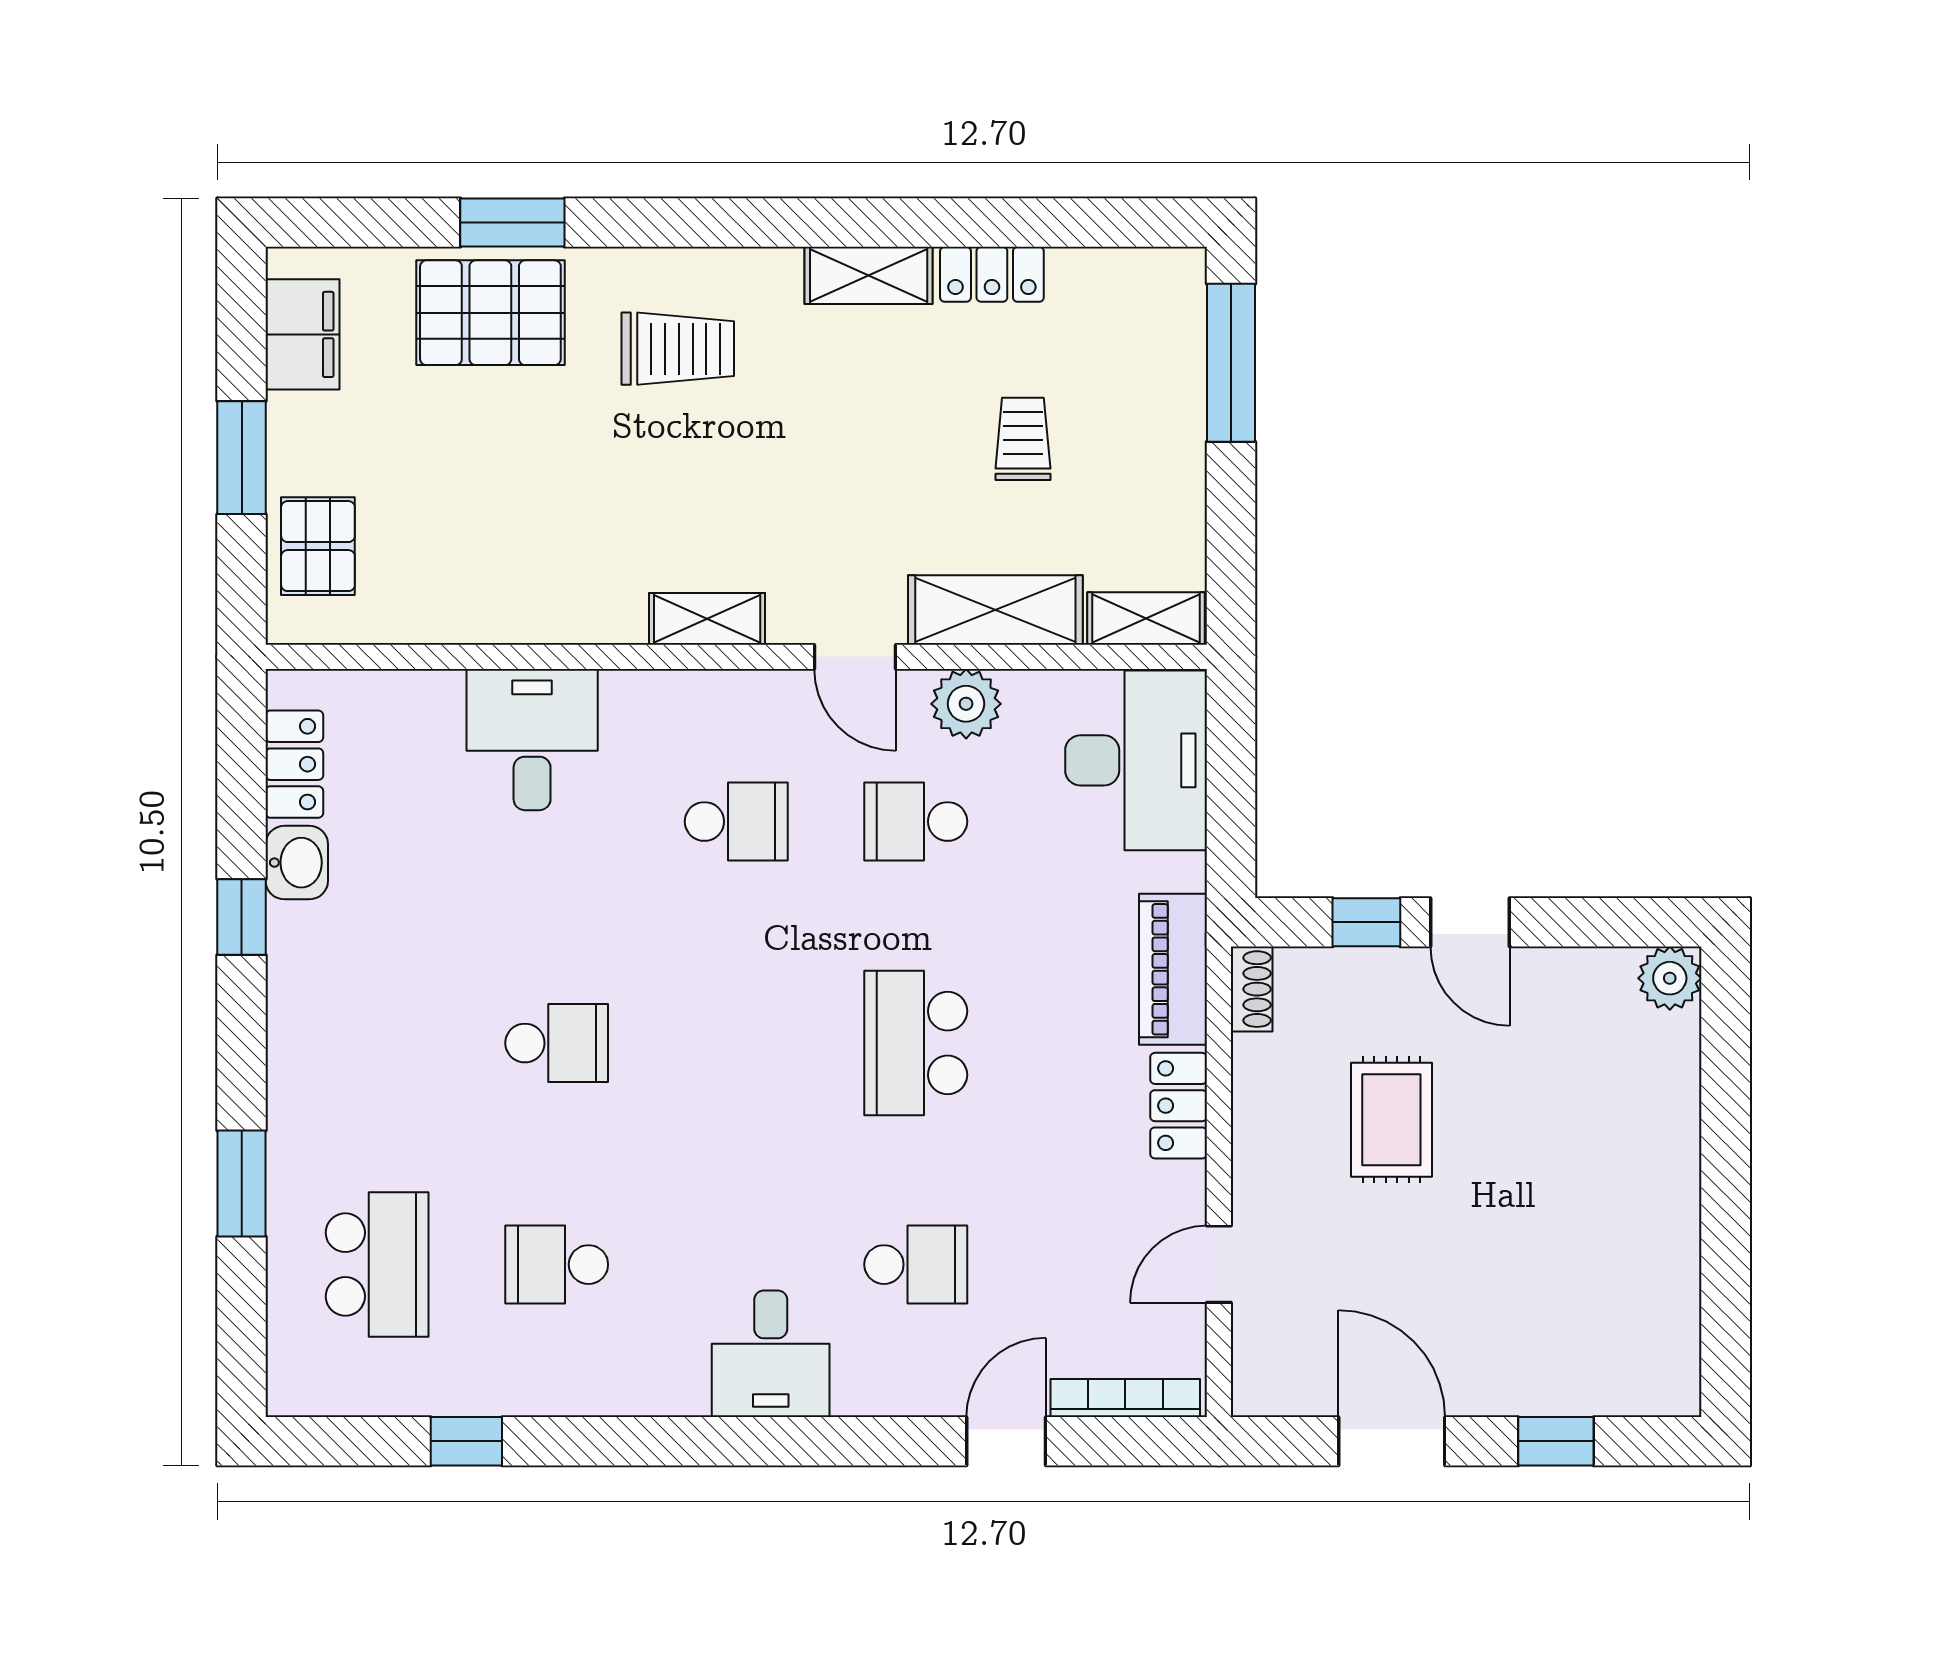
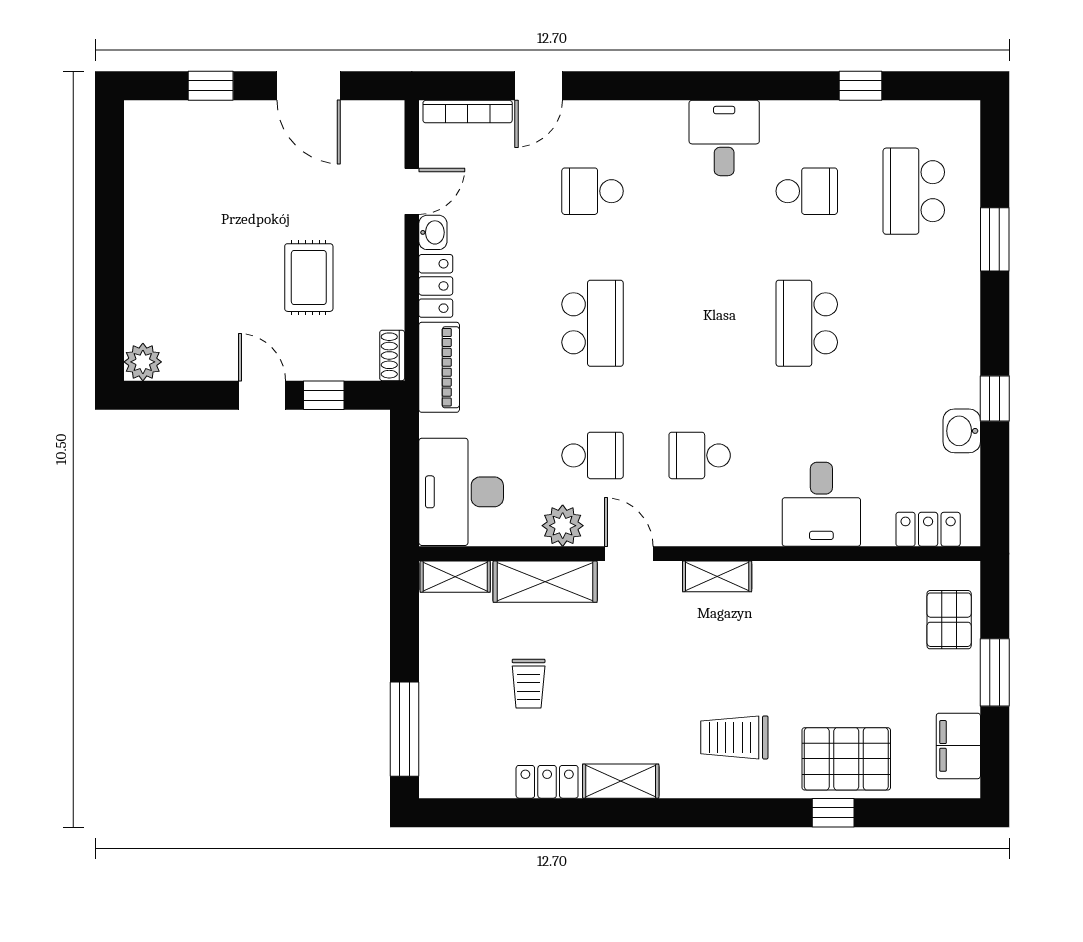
window: (512, 223) -> (833, 813), width x0.67
locker: (294, 764) -> (928, 529), moved, turned 90
school desk: (557, 1043) -> (807, 323), width x1.85
washbasin: (1183, 1195) -> (433, 232), added
desk: (771, 1354) -> (724, 138), moved

